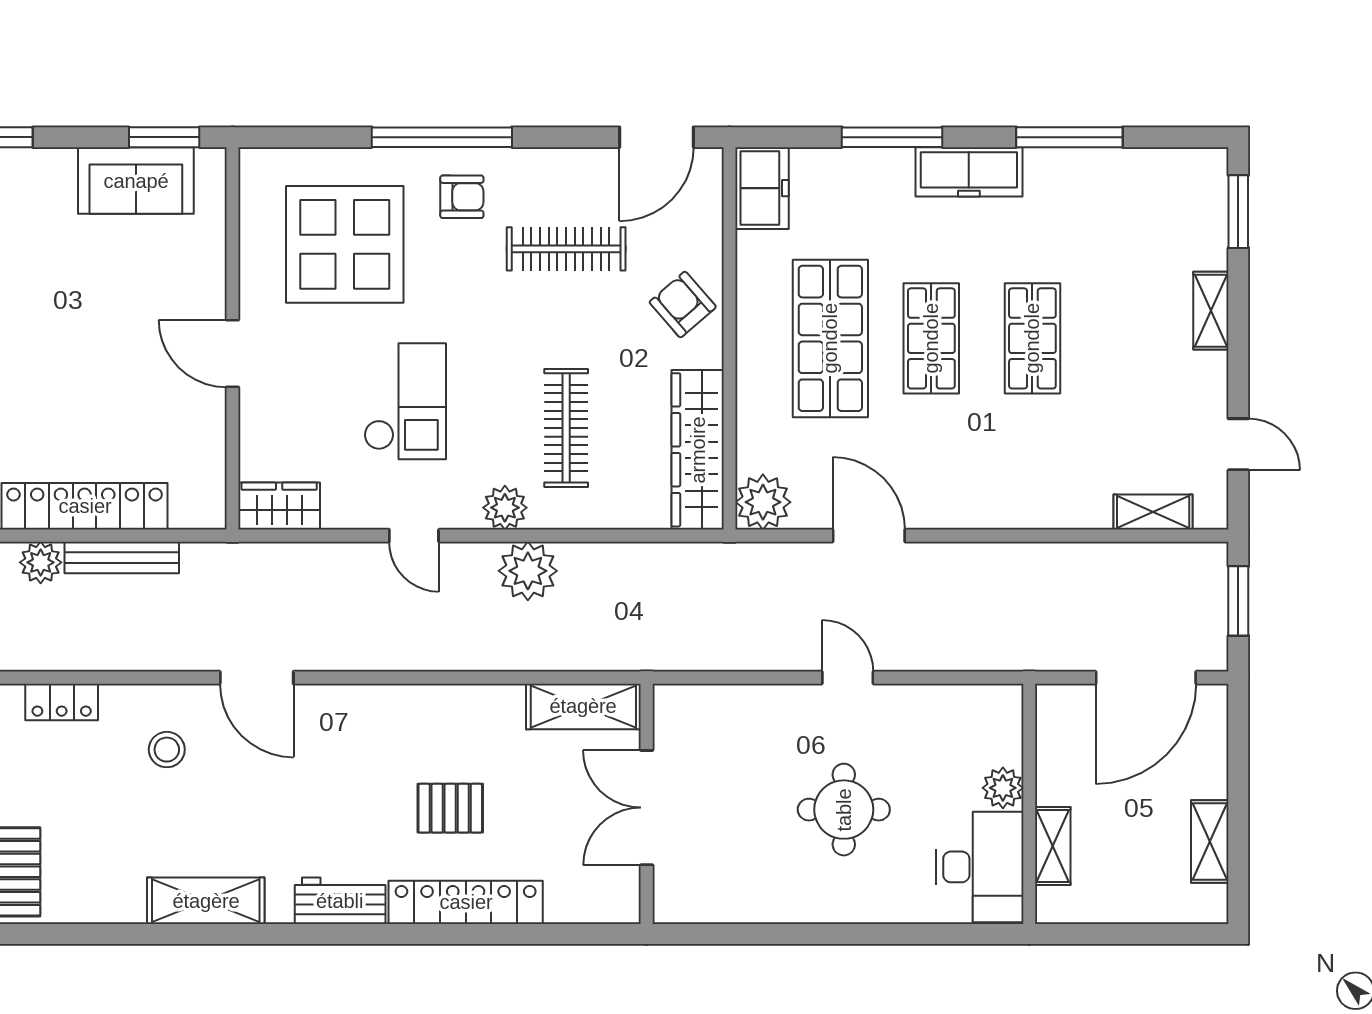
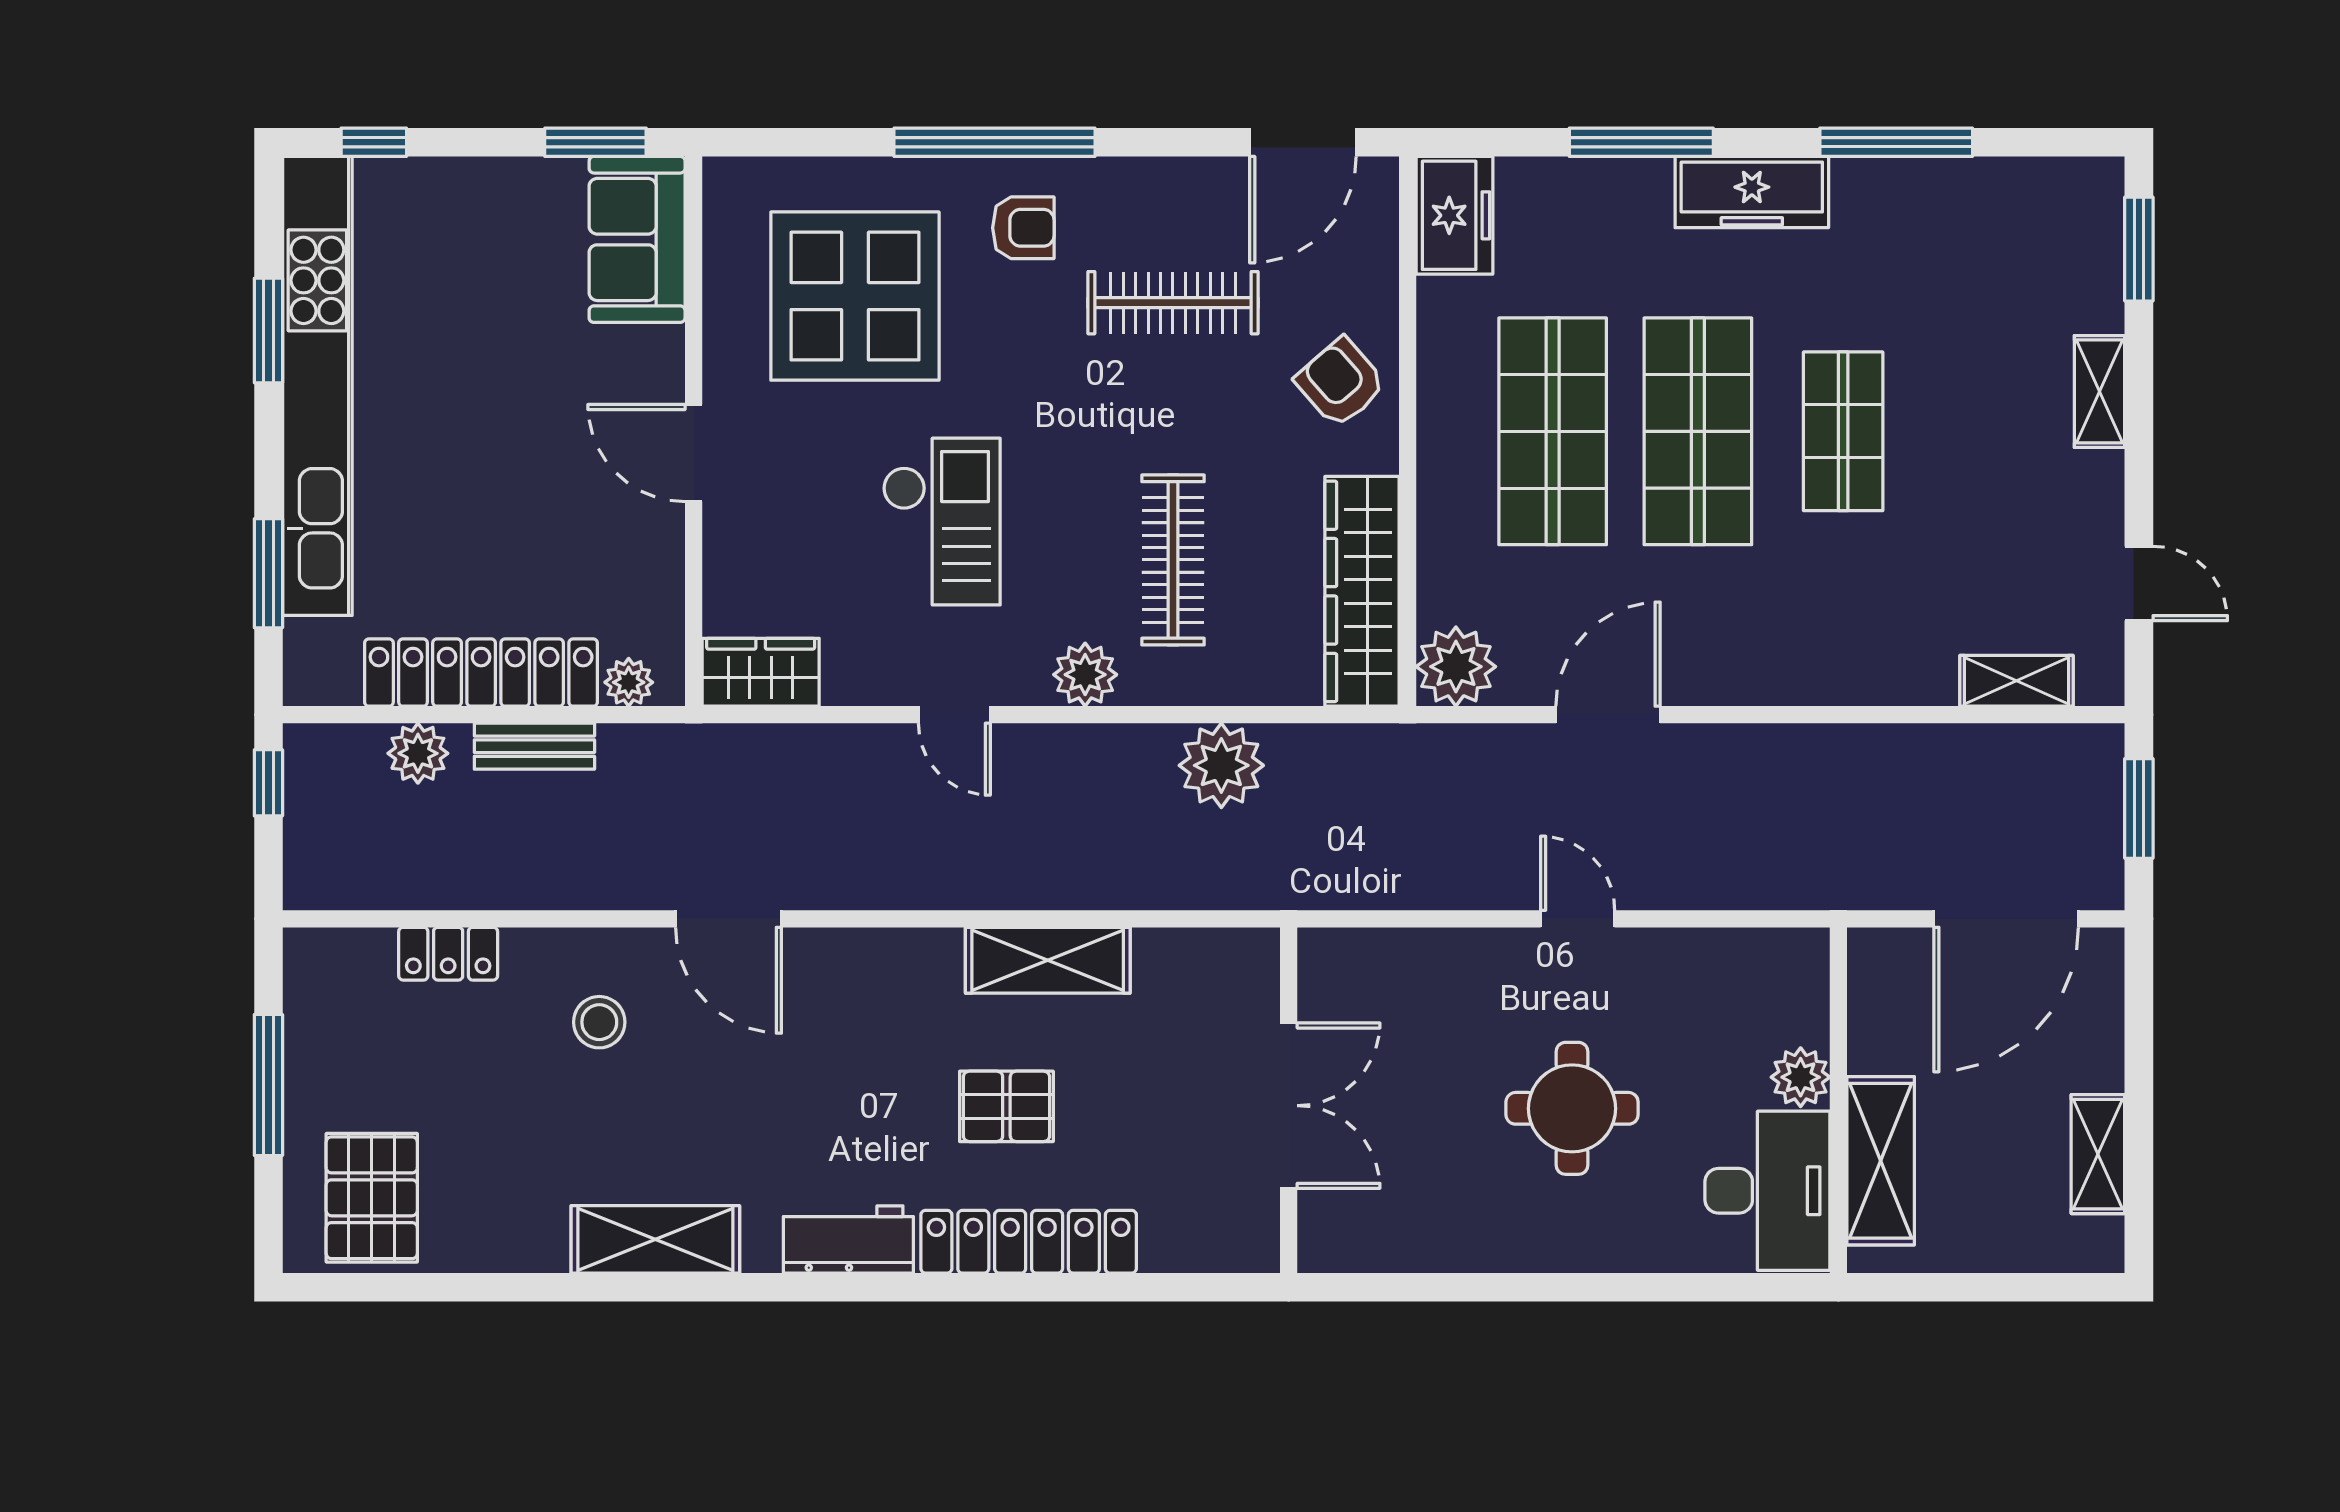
sofa: (136, 181) -> (637, 239), moved, turned 90
shop shelf: (931, 338) -> (1698, 431), width x1.43, depth x1.36
plant: (187, 513) -> (629, 682), added
door: (869, 536) -> (1608, 715), hinge flipped
bench: (122, 558) -> (534, 746), width x0.73
plant: (528, 571) -> (1221, 765), moved
shelving: (583, 706) -> (1048, 960), moved
double door: (647, 808) -> (1289, 1106), swing flipped
shelving: (1053, 846) -> (1881, 1161), width x1.50, depth x1.33

